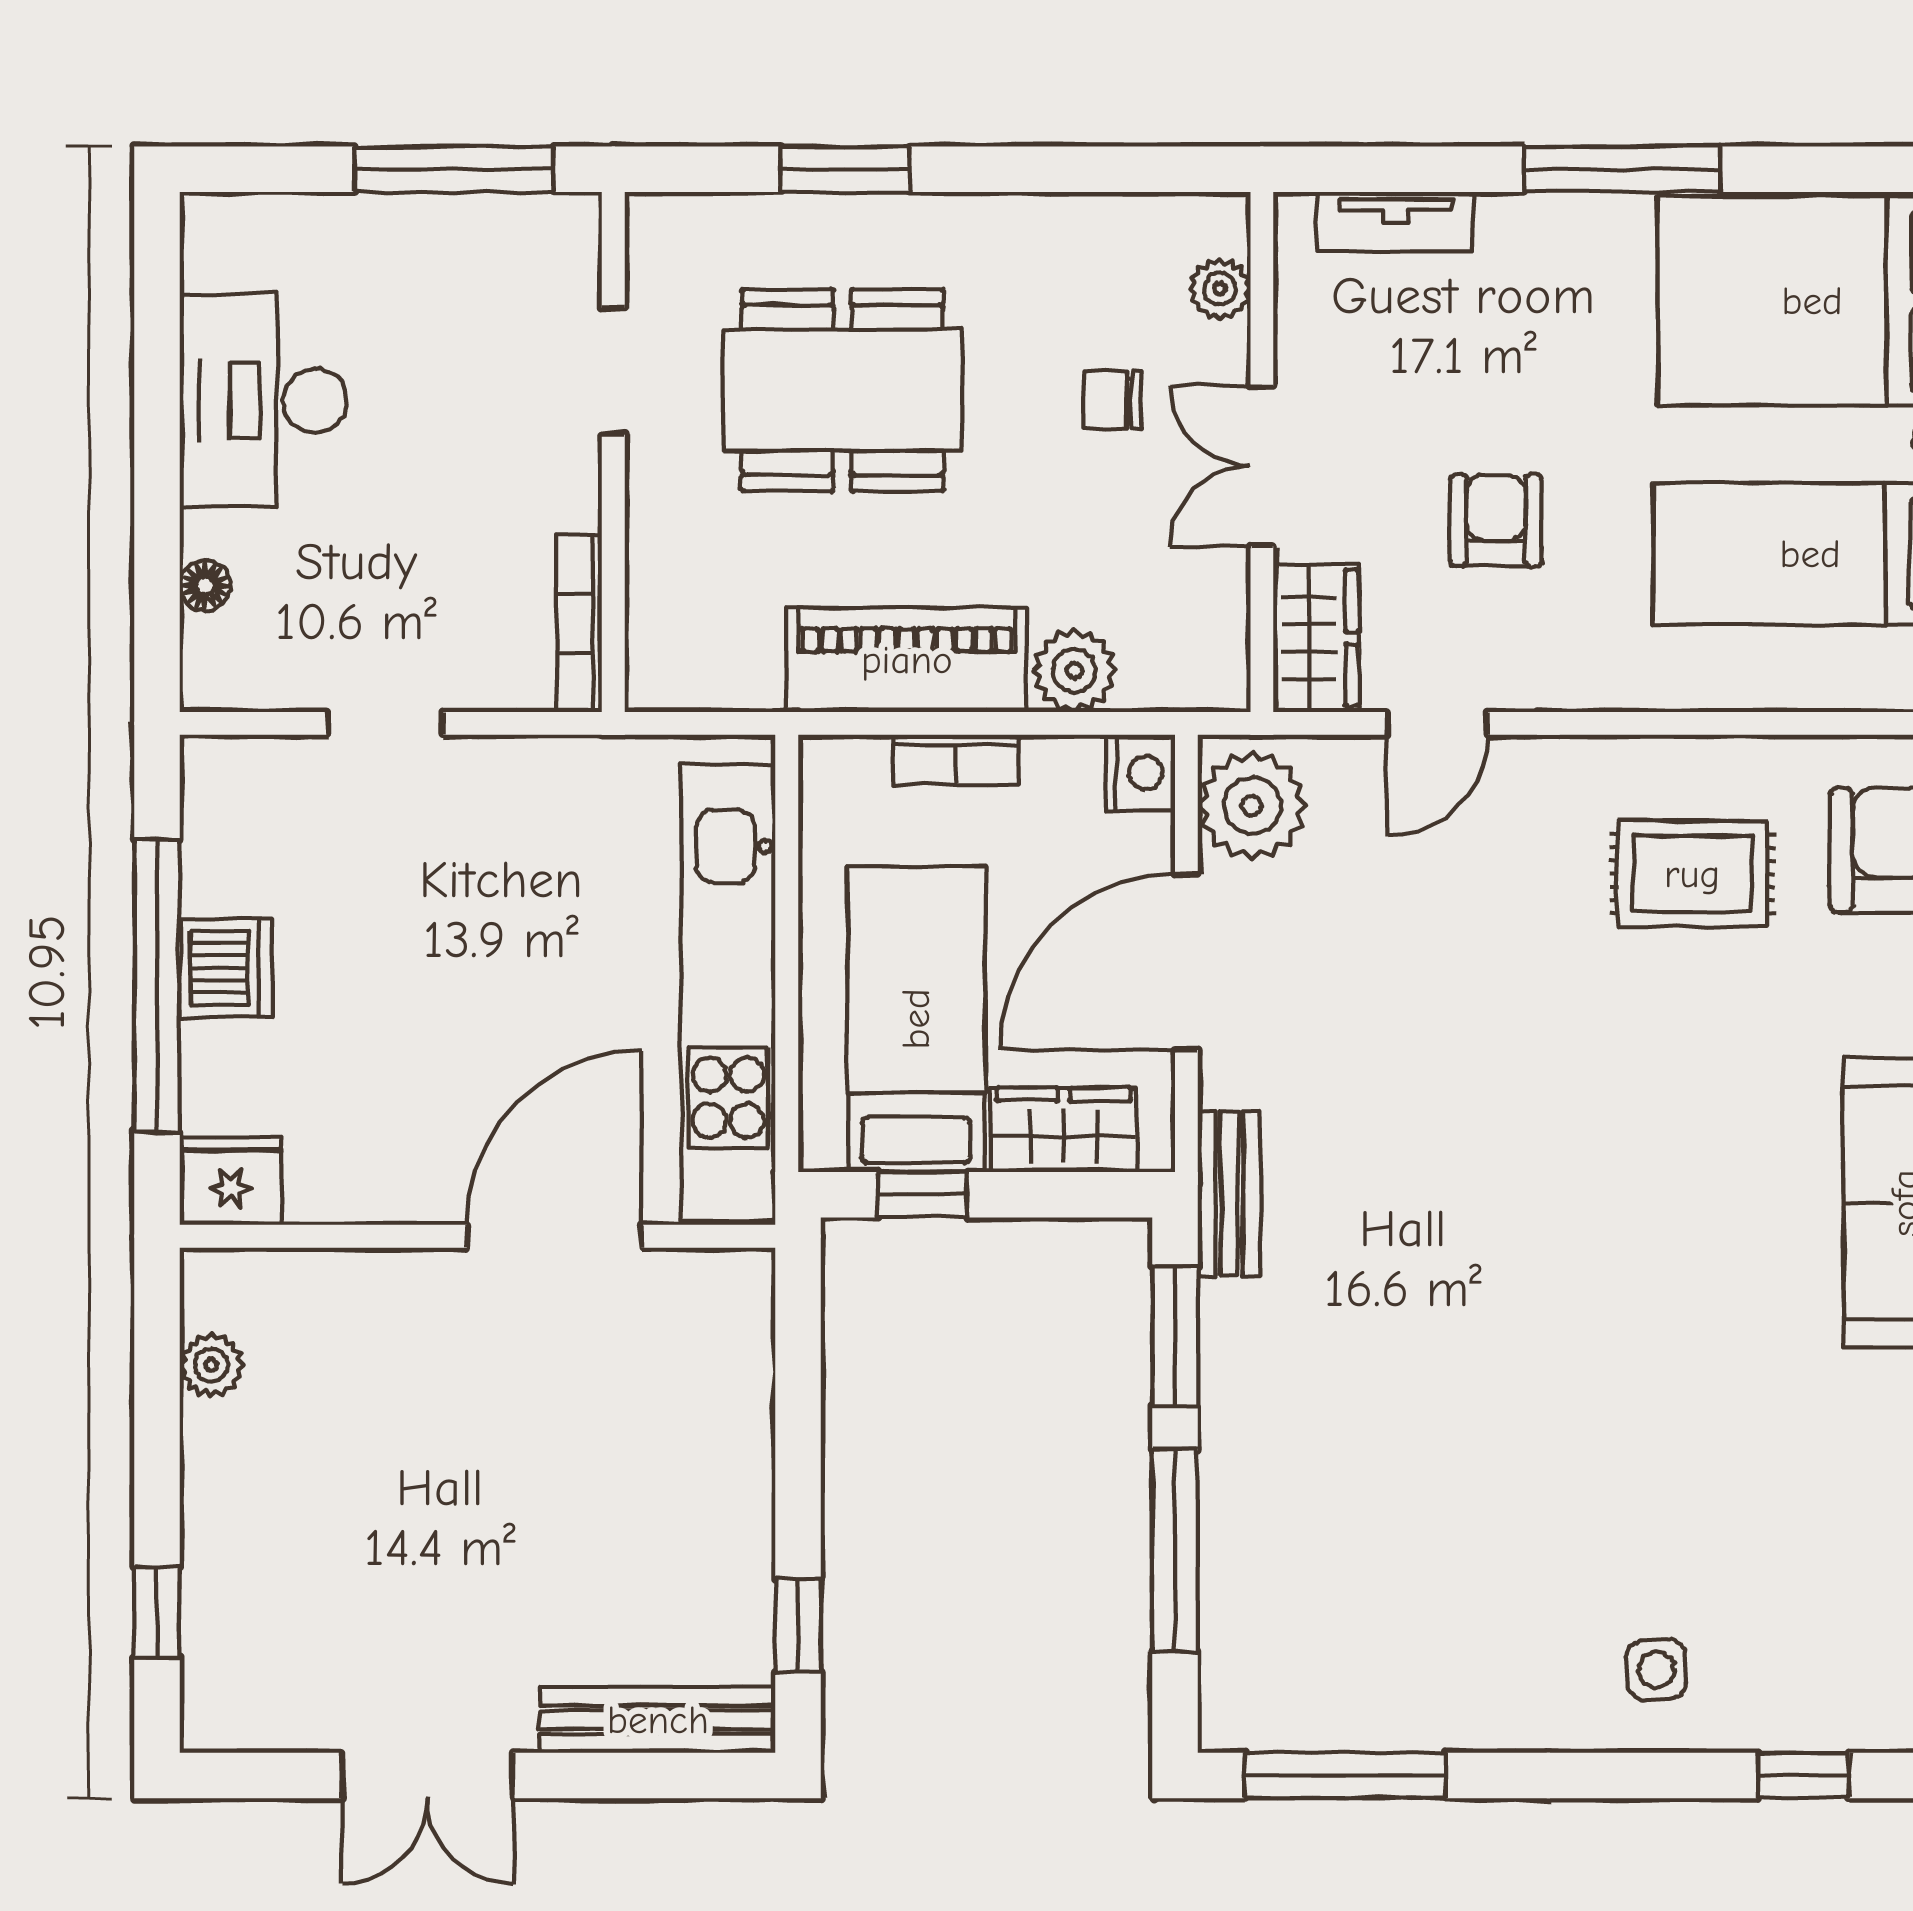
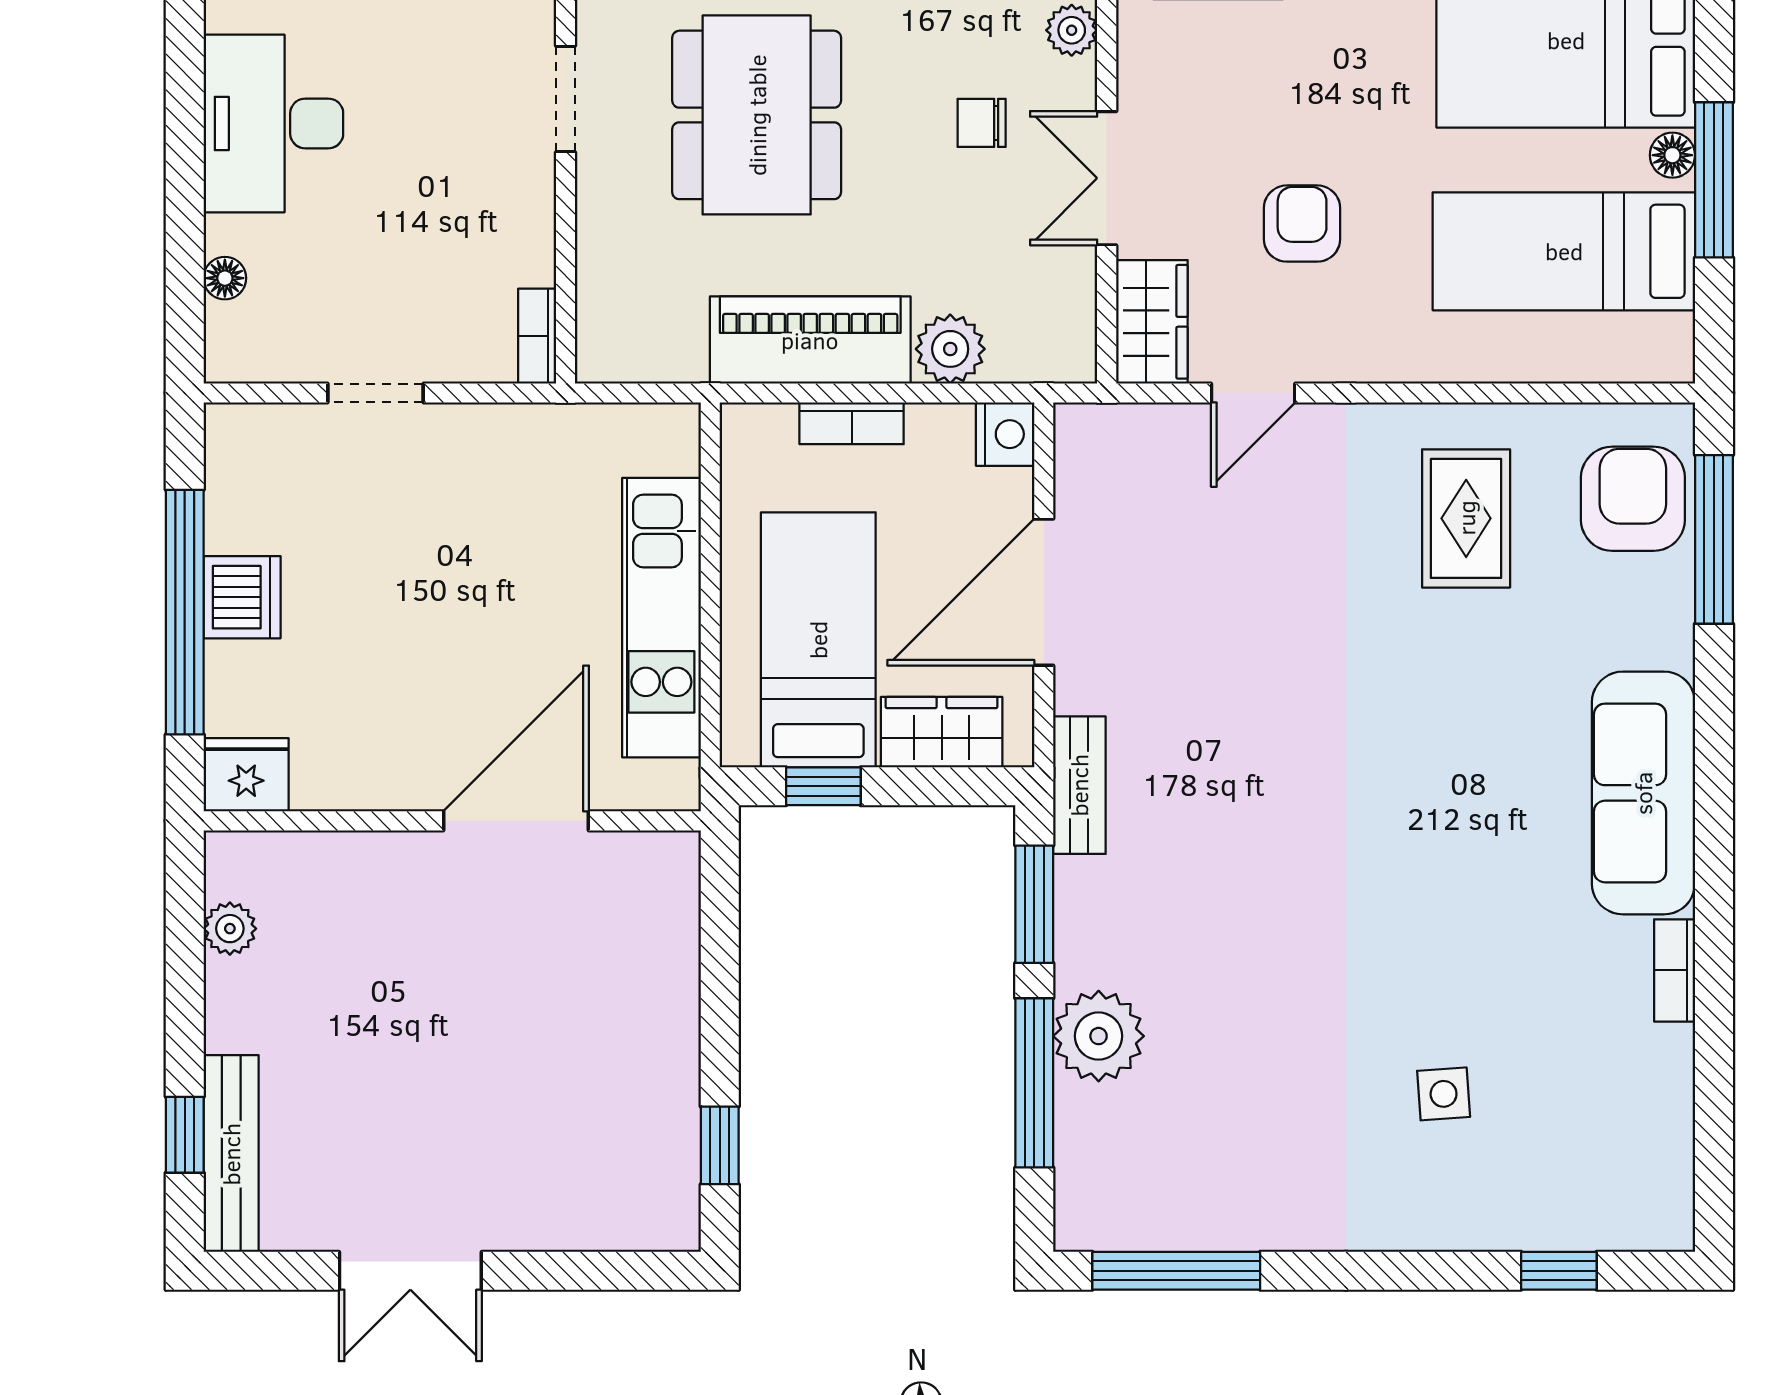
dining table: (842, 390) -> (757, 115), turned 90
bookcase: (579, 623) -> (537, 336), width x0.64
plant: (1252, 806) -> (1099, 1036), moved
rug: (1692, 874) -> (1466, 518), turned 90
kitchen unit: (728, 993) -> (661, 618), width x0.73
side table: (1656, 1670) -> (1444, 1094), moved
bench: (658, 1720) -> (231, 1154), moved, turned 90

